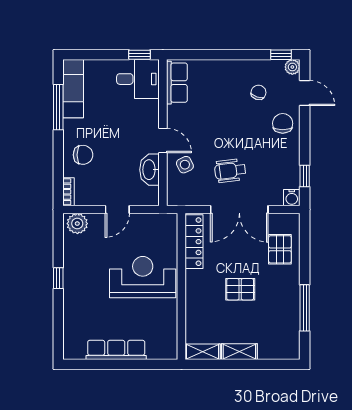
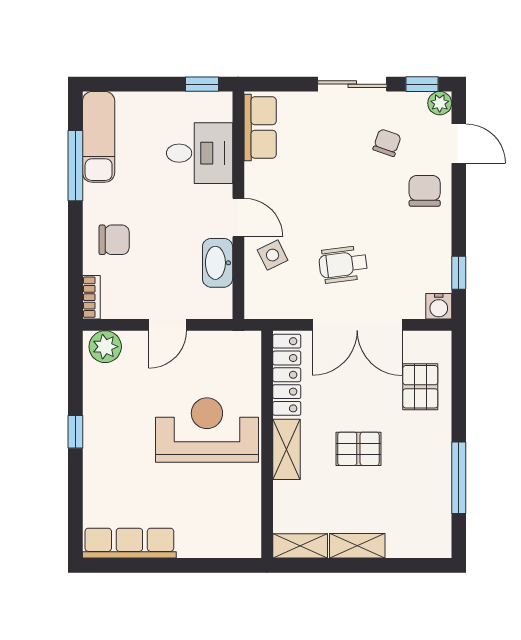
sliding door: (236, 55) -> (352, 84), added
desk: (138, 79) -> (200, 153), moved
shelving: (194, 290) -> (286, 449), added
row of seats: (116, 350) -> (129, 543), moved

